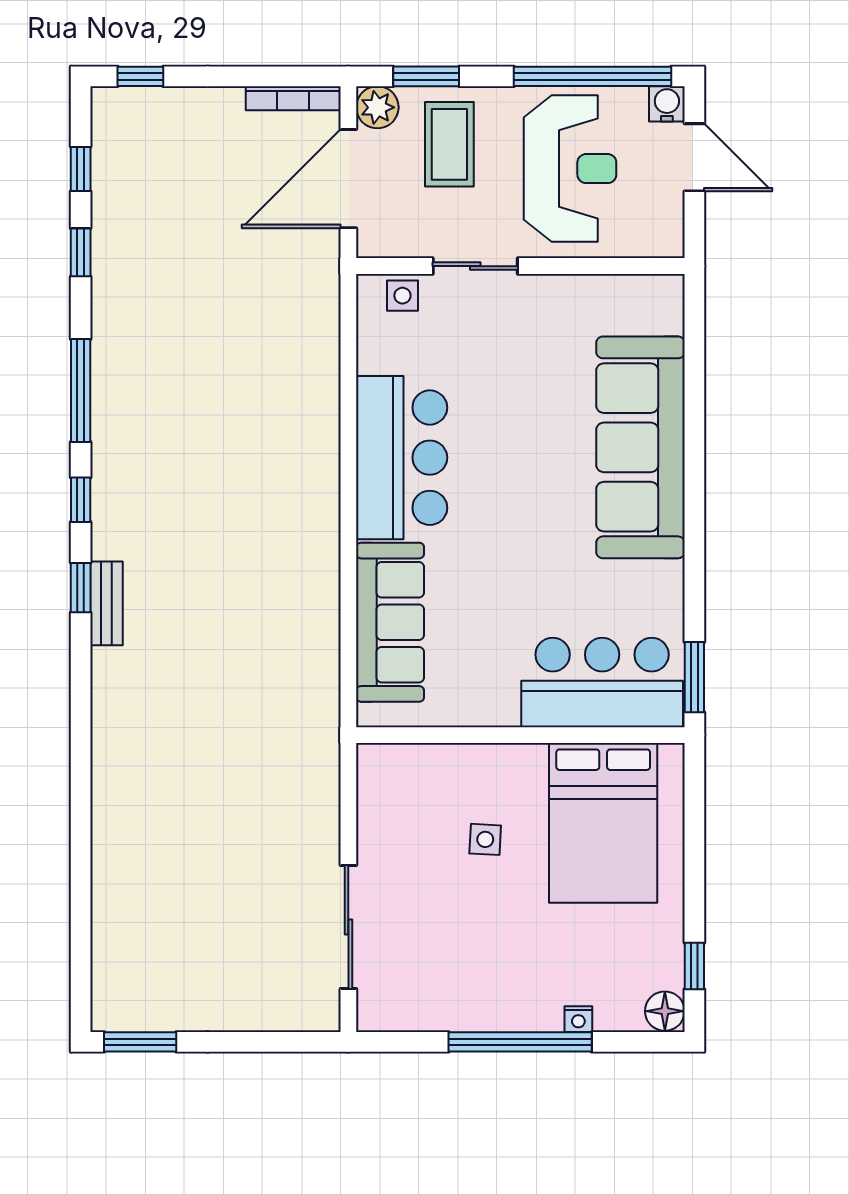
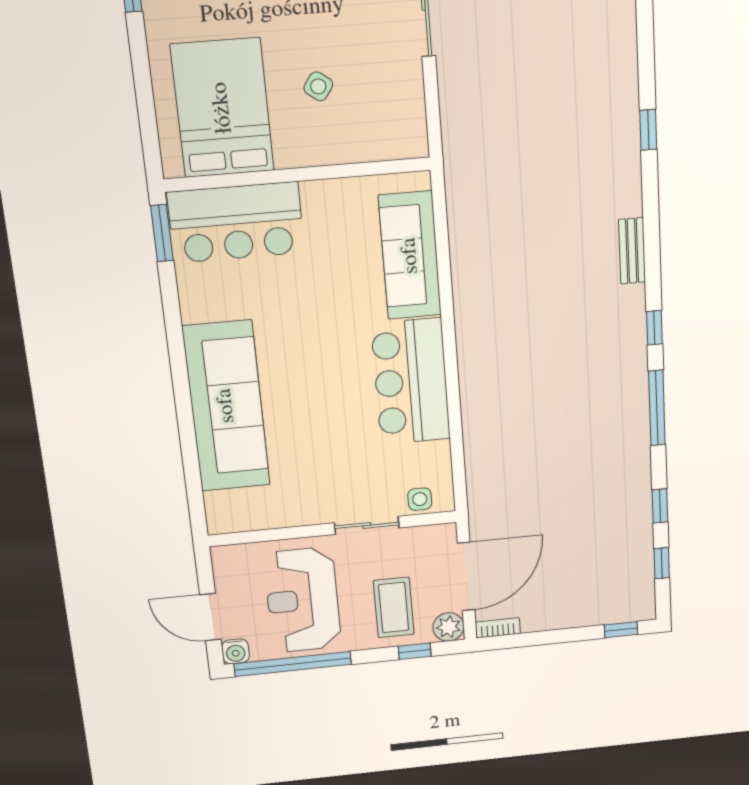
window: (426, 76) -> (415, 651), width x0.67
bookcase: (293, 98) -> (498, 628), width x0.64
window: (81, 588) -> (648, 130), moved
side table: (485, 839) -> (318, 86), turned 33

